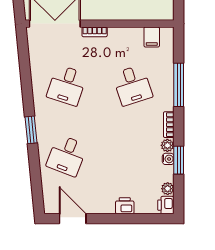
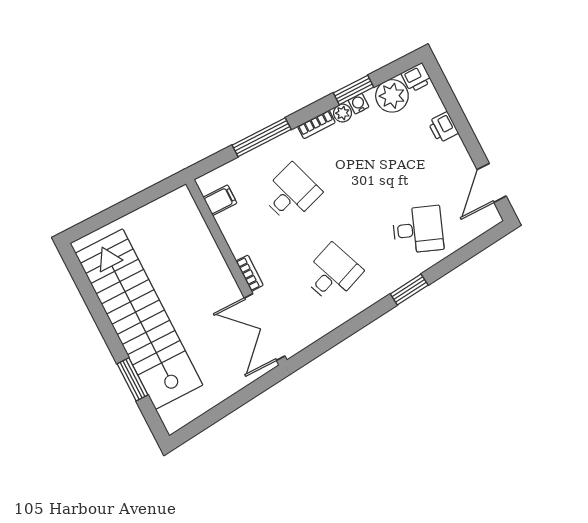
desk: (67, 85) -> (332, 274), turned -39
plant: (168, 189) -> (392, 96), width x1.88, depth x1.88

